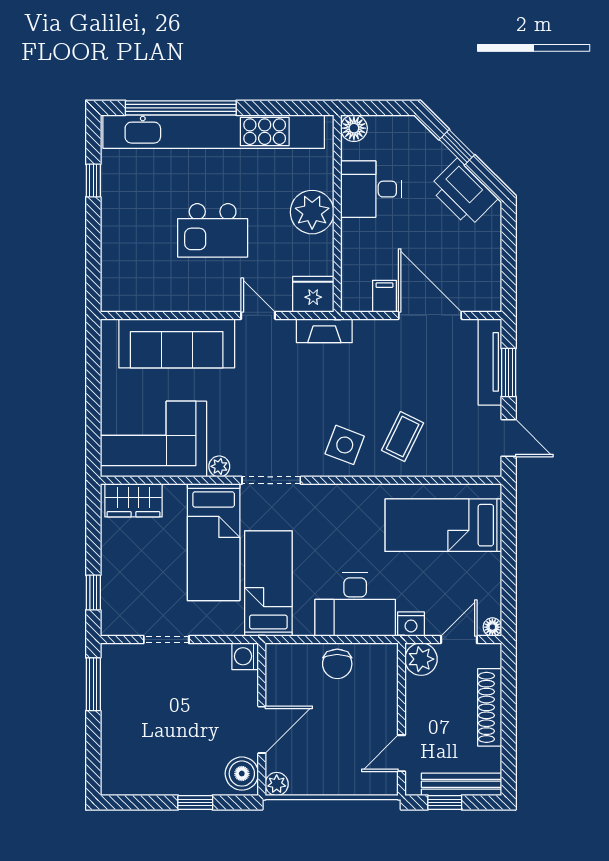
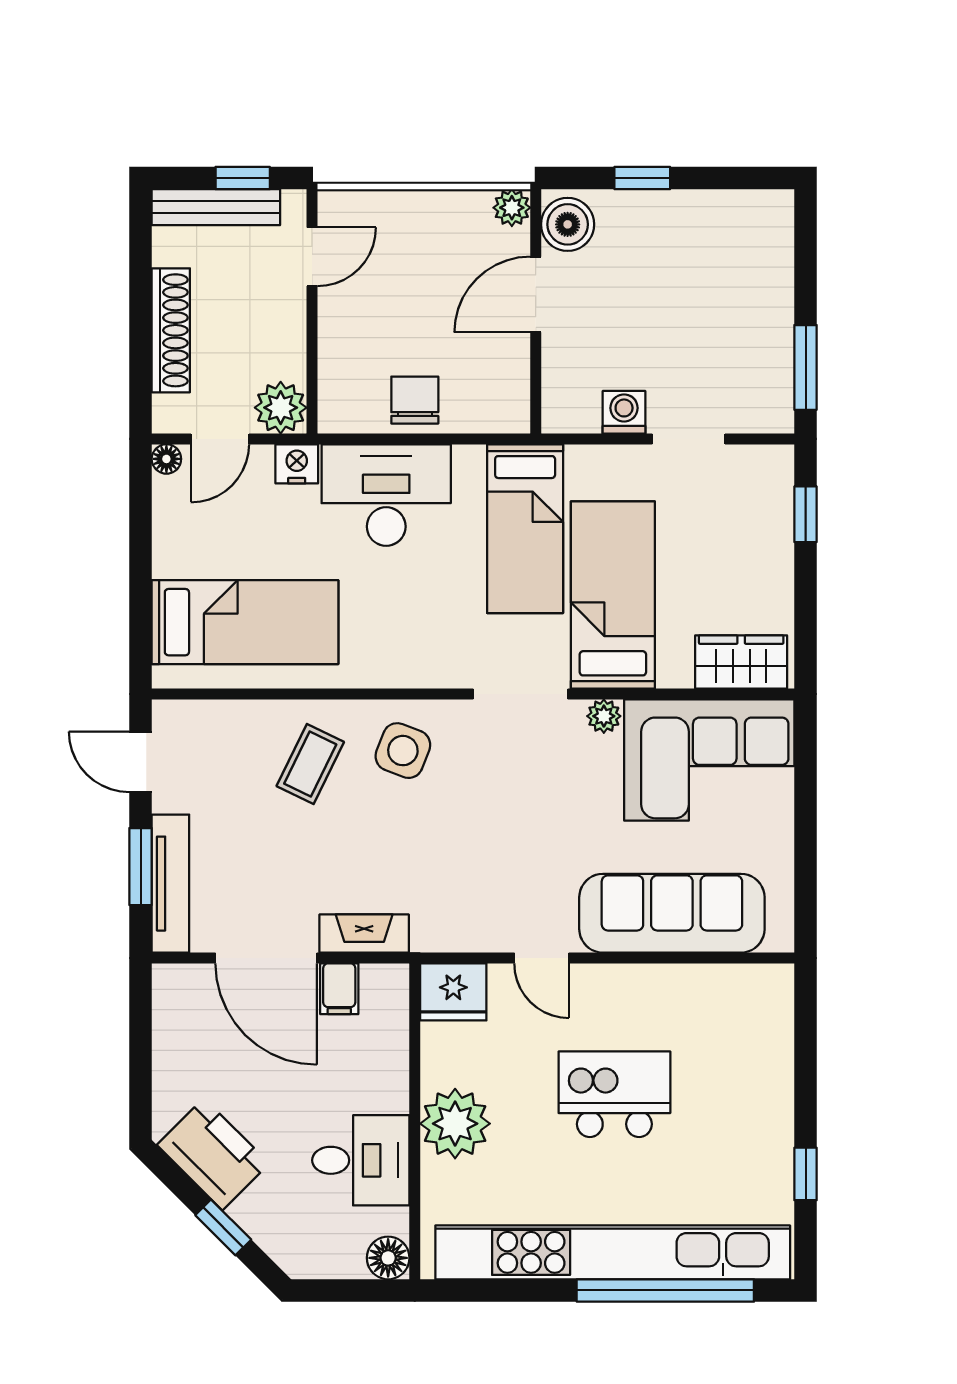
fireplace: (324, 331) -> (364, 934), moved
washing machine: (245, 656) -> (624, 412), moved, turned -90

